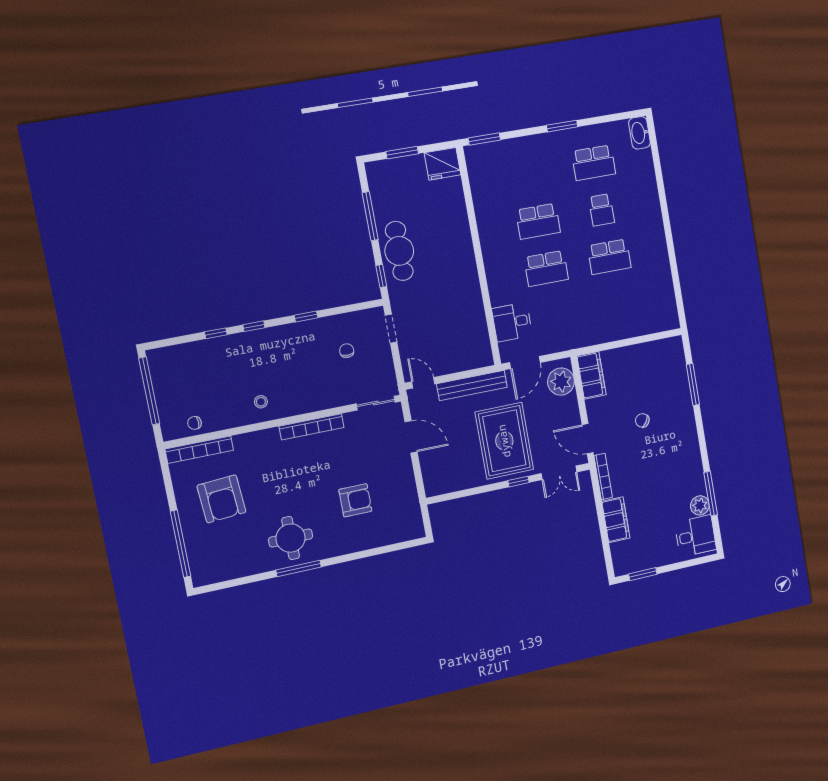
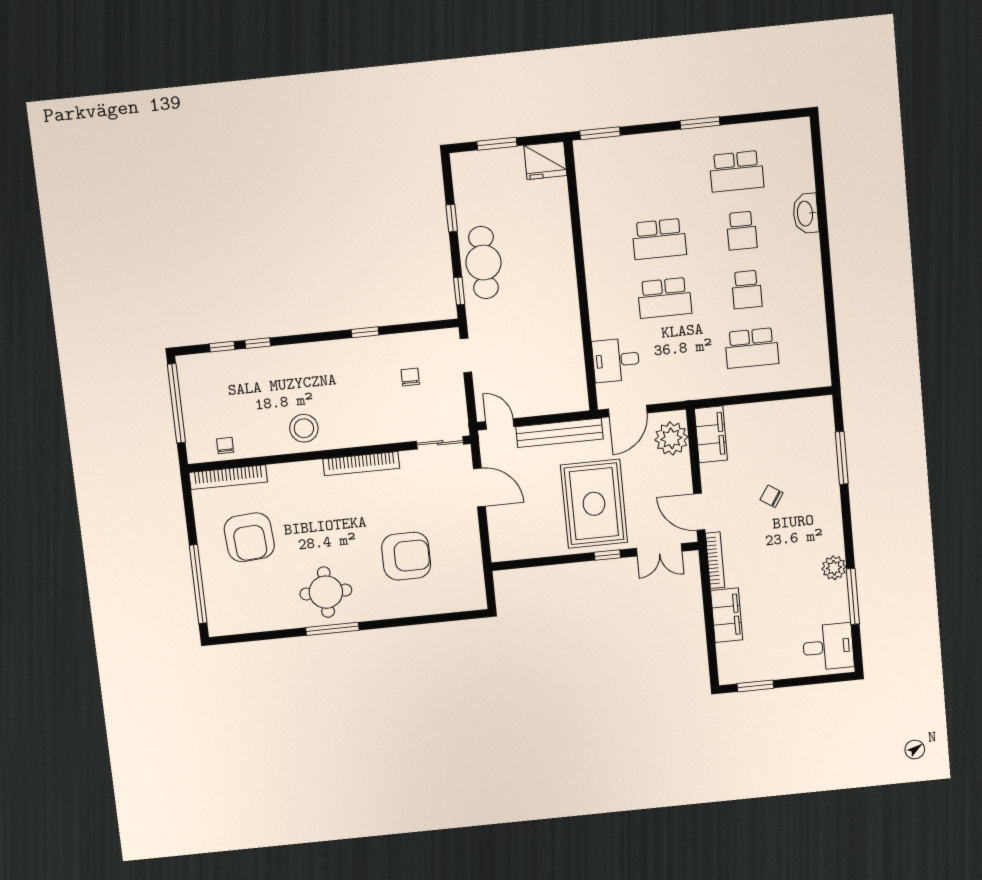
washbasin: (639, 133) -> (806, 213), moved
window: (370, 216) -> (452, 218), width x0.46
school desk: (609, 257) -> (747, 289), width x0.54
school desk: (617, 303) -> (752, 348), added
window: (254, 326) -> (222, 347), moved
stool: (261, 402) -> (304, 428), width x1.89, depth x1.89
chair: (194, 423) -> (225, 446), turned 90
armchair: (355, 500) -> (406, 556), width x1.36, depth x1.36
plant: (700, 505) -> (834, 568), moved

